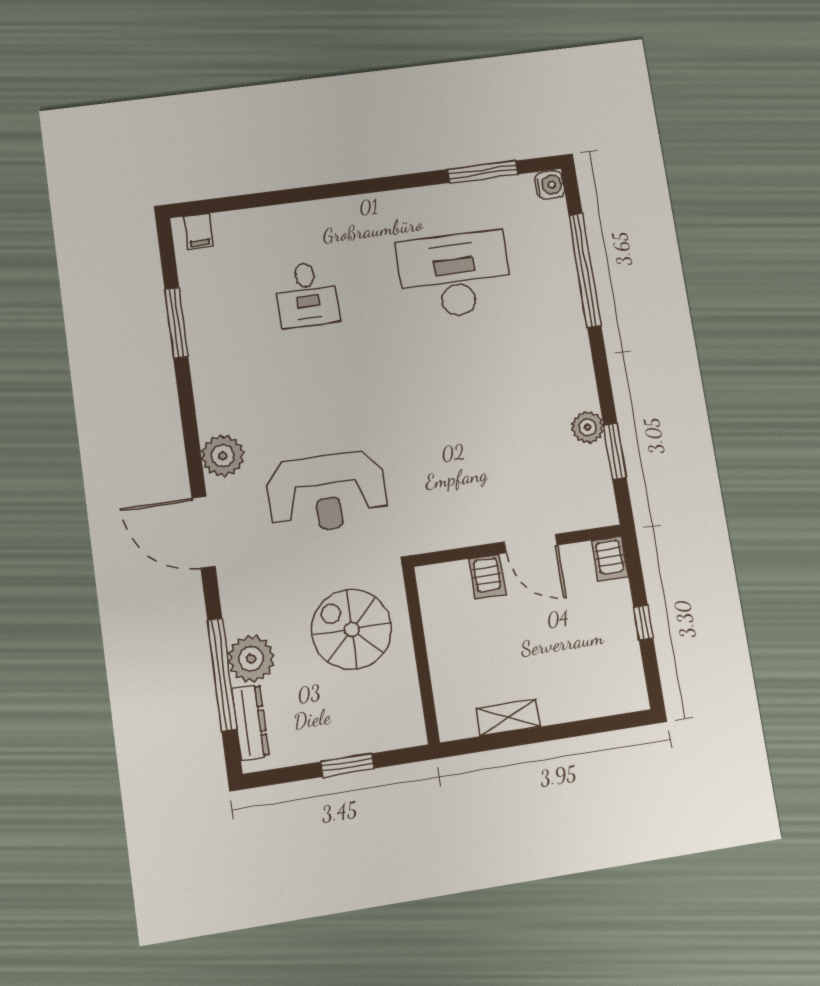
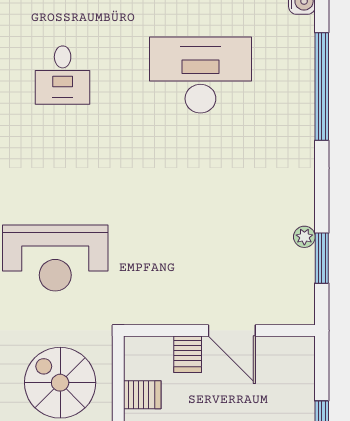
plant: (588, 427) -> (304, 237), width x0.73, depth x0.73
server rack: (610, 559) -> (142, 395), moved, turned -90

